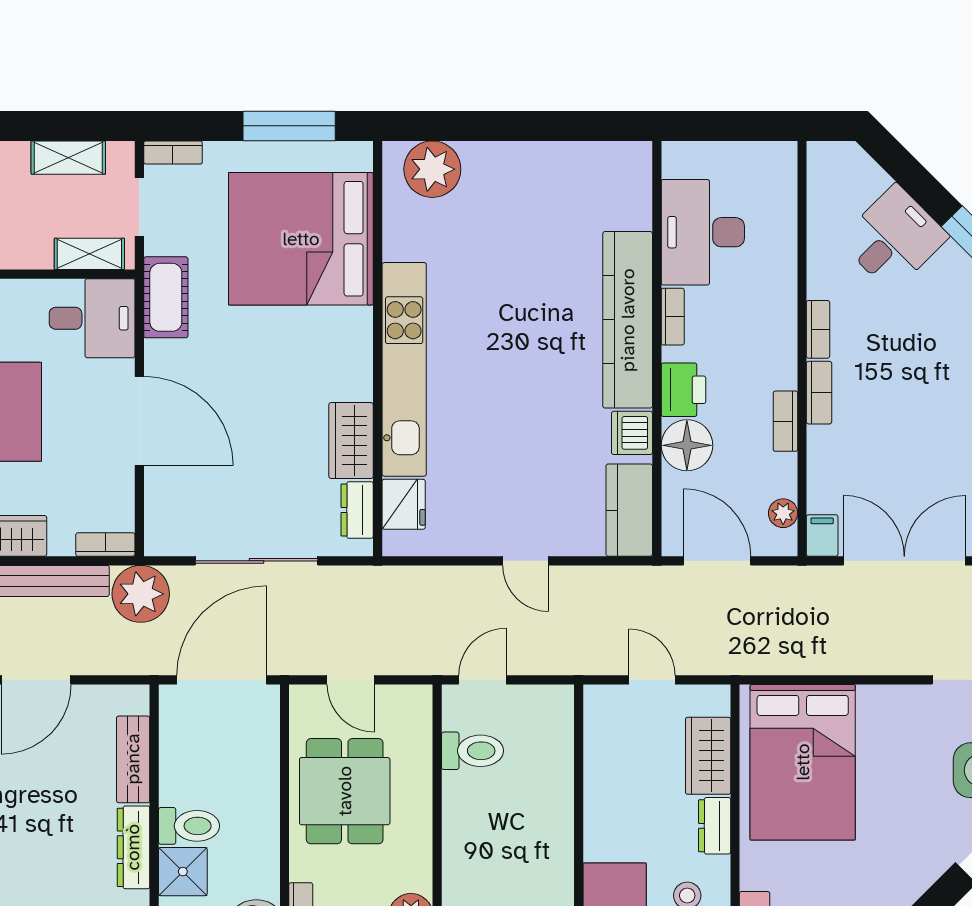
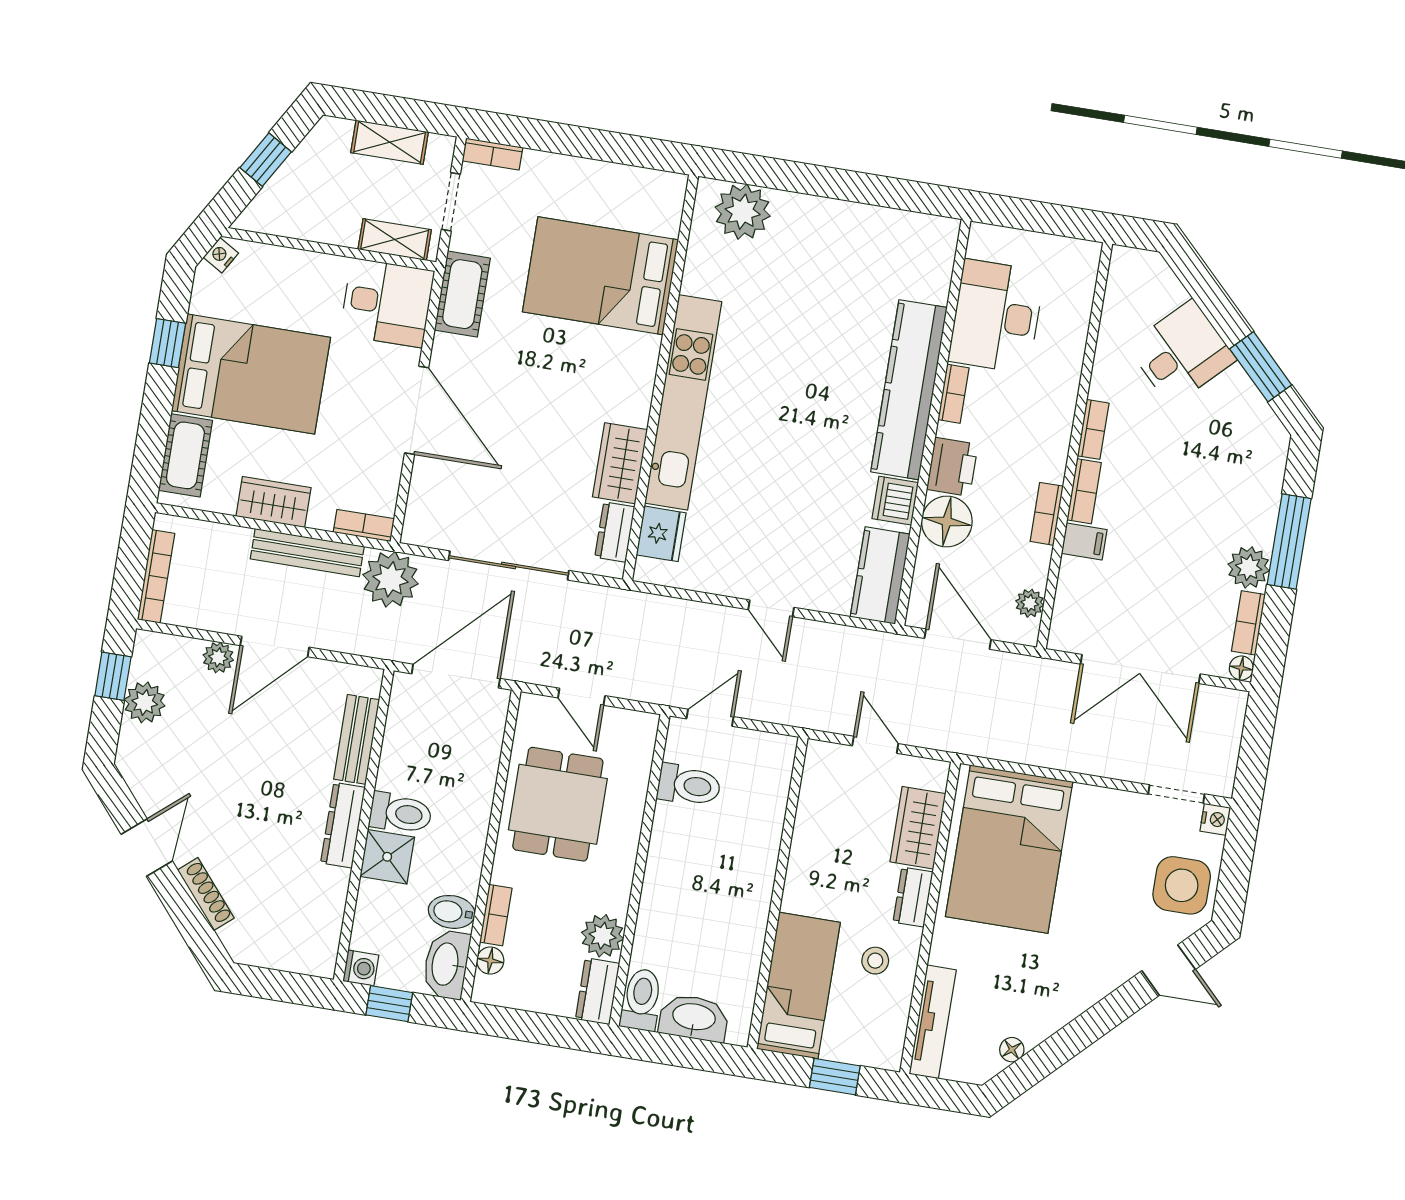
window: (289, 126) -> (610, 147), removed
bed: (301, 239) -> (601, 276), width x0.73
filing cabinet: (822, 535) -> (1084, 541), moved, turned 90
double door: (904, 561) -> (1140, 669), swing flipped

